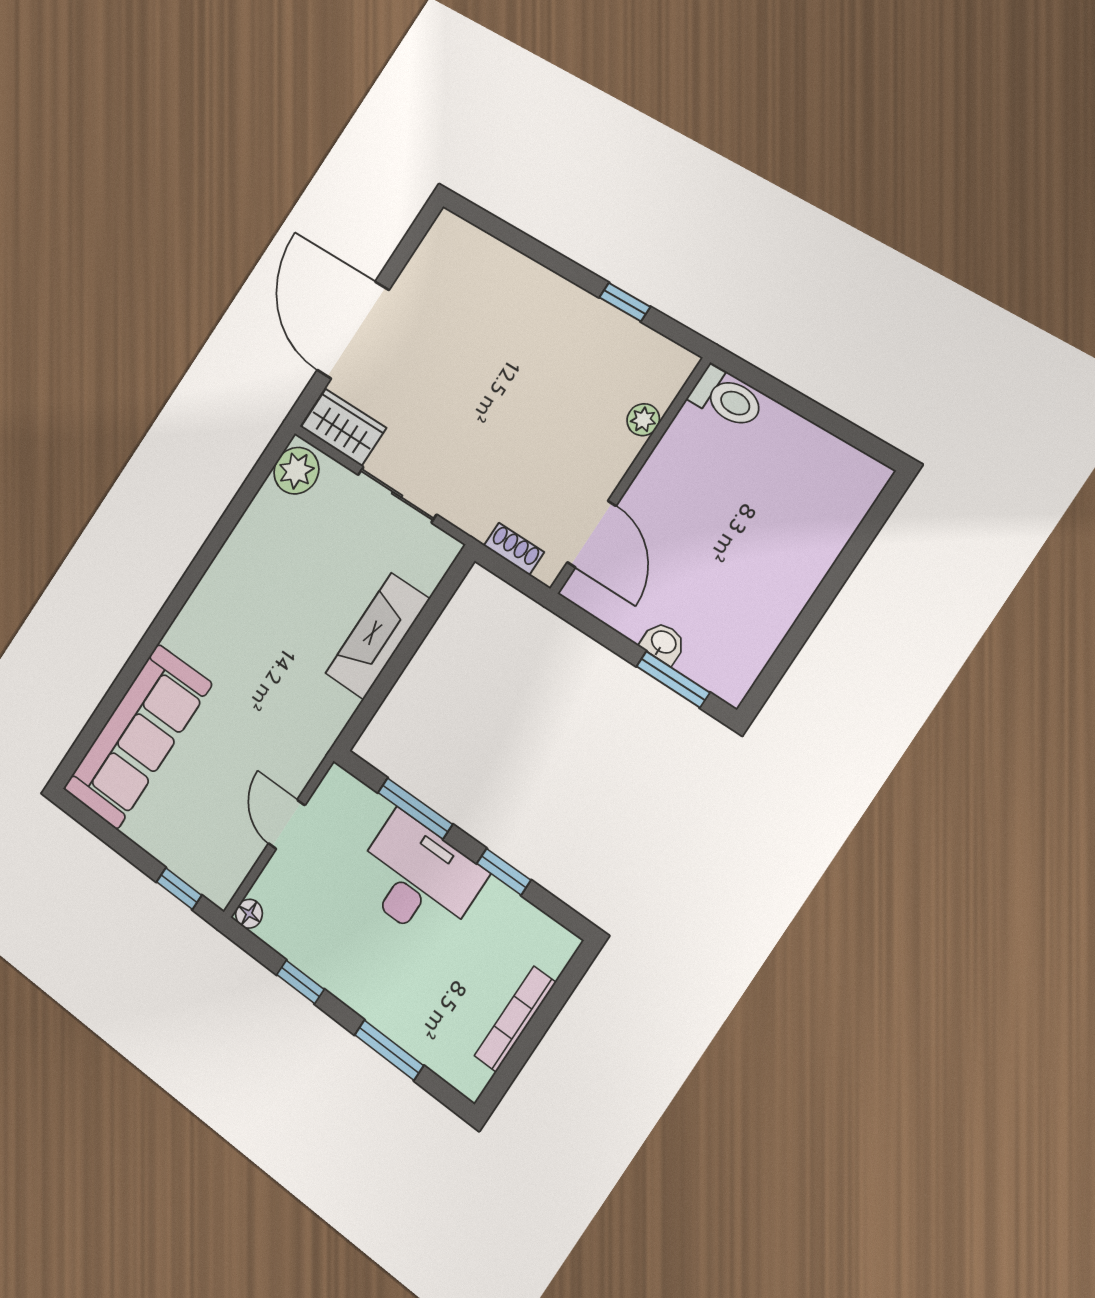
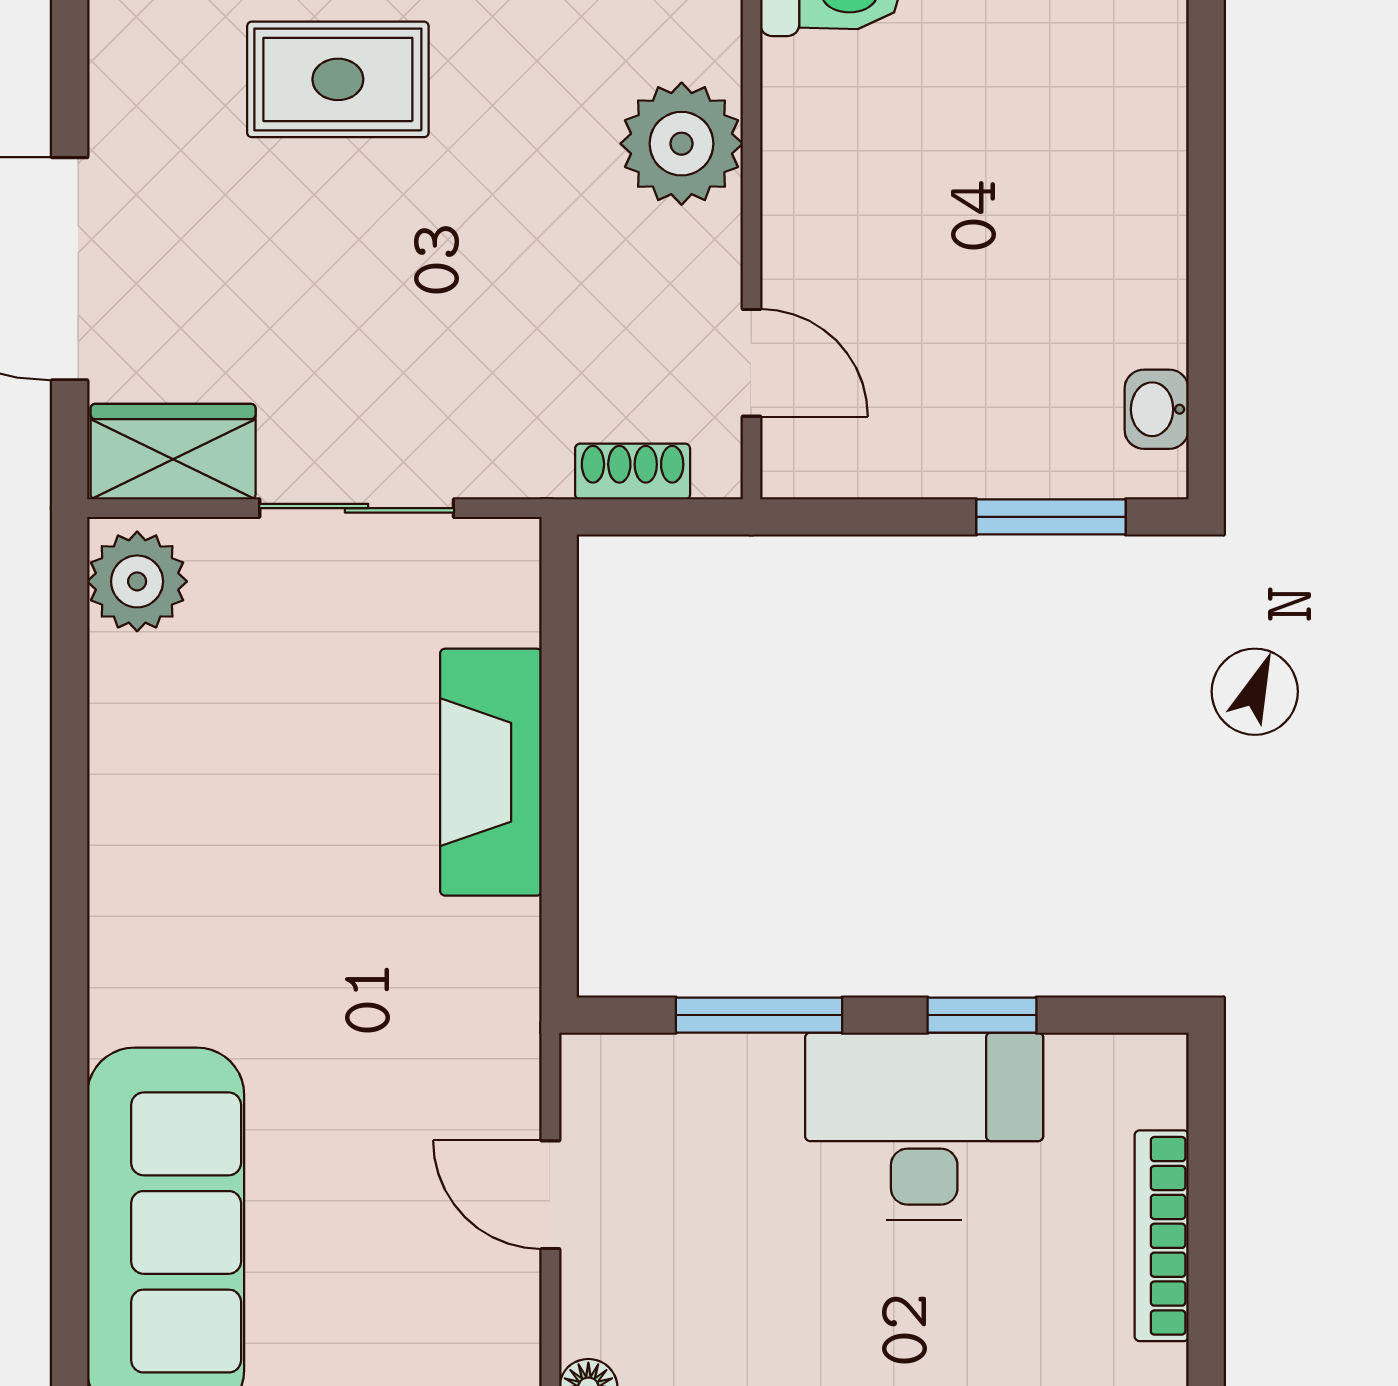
rug: (504, 316) -> (338, 79), added
plant: (643, 420) -> (682, 144), width x1.88, depth x1.88
door: (592, 534) -> (751, 363), width x0.73
washbasin: (663, 643) -> (1157, 409), moved, turned -90
desk: (418, 879) -> (924, 1126), moved

